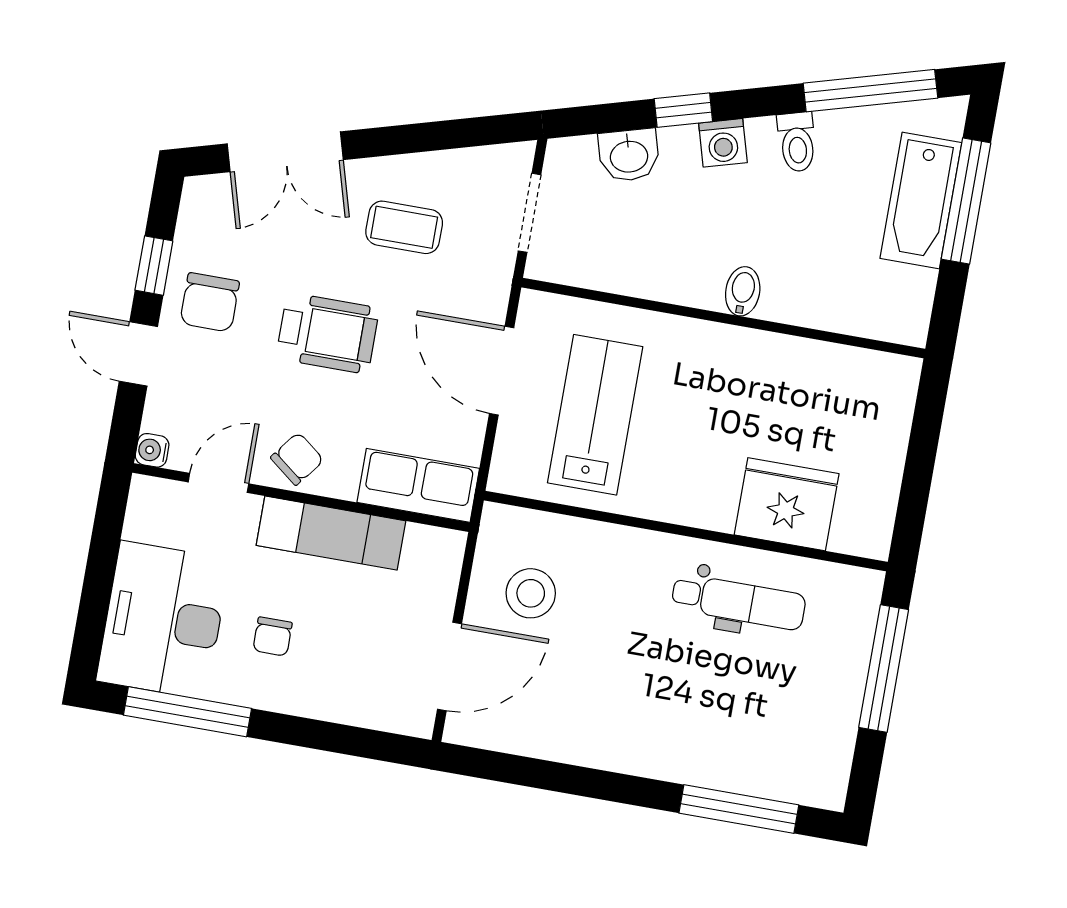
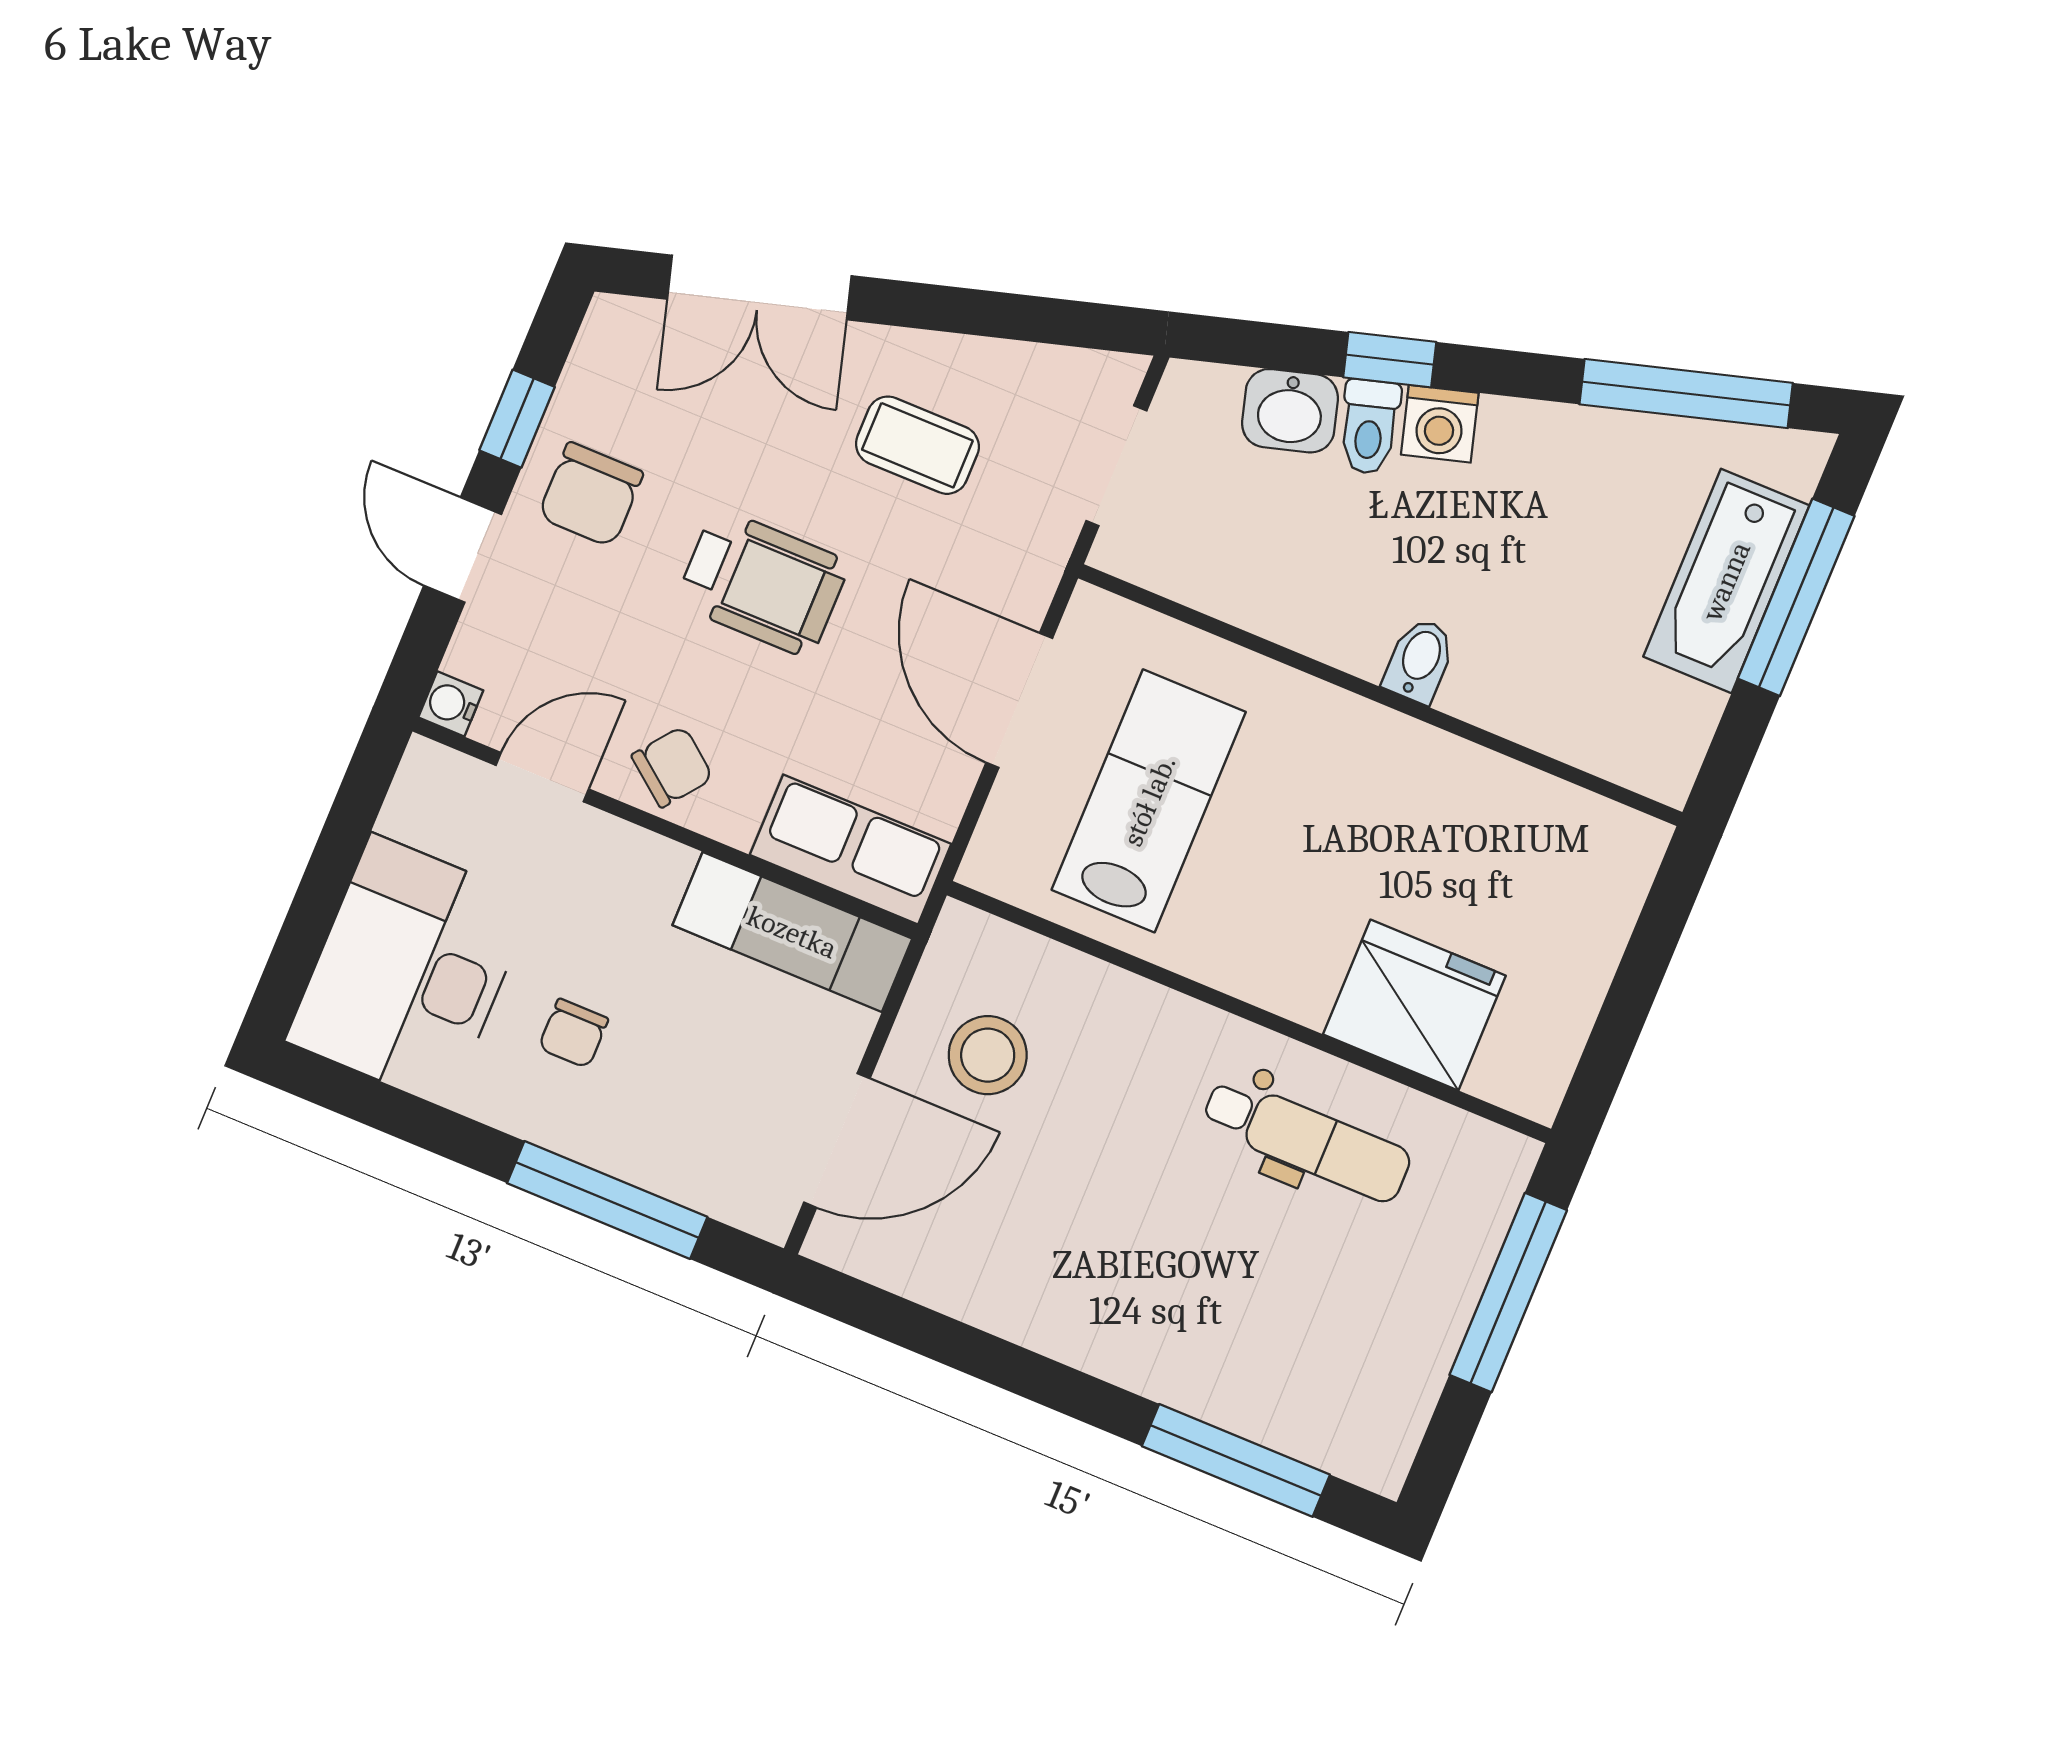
toilet: (797, 142) -> (1369, 427), moved
exam couch: (331, 533) -> (792, 932), moved
window: (187, 712) -> (607, 1200), moved

